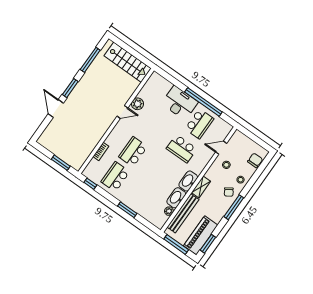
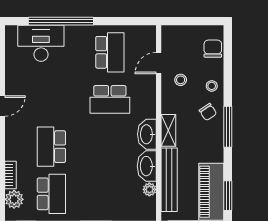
window: (203, 102) -> (61, 21), moved
desk: (180, 103) -> (41, 43), moved
plant: (137, 104) -> (14, 199), moved
school desk: (115, 177) -> (51, 194), turned 180

